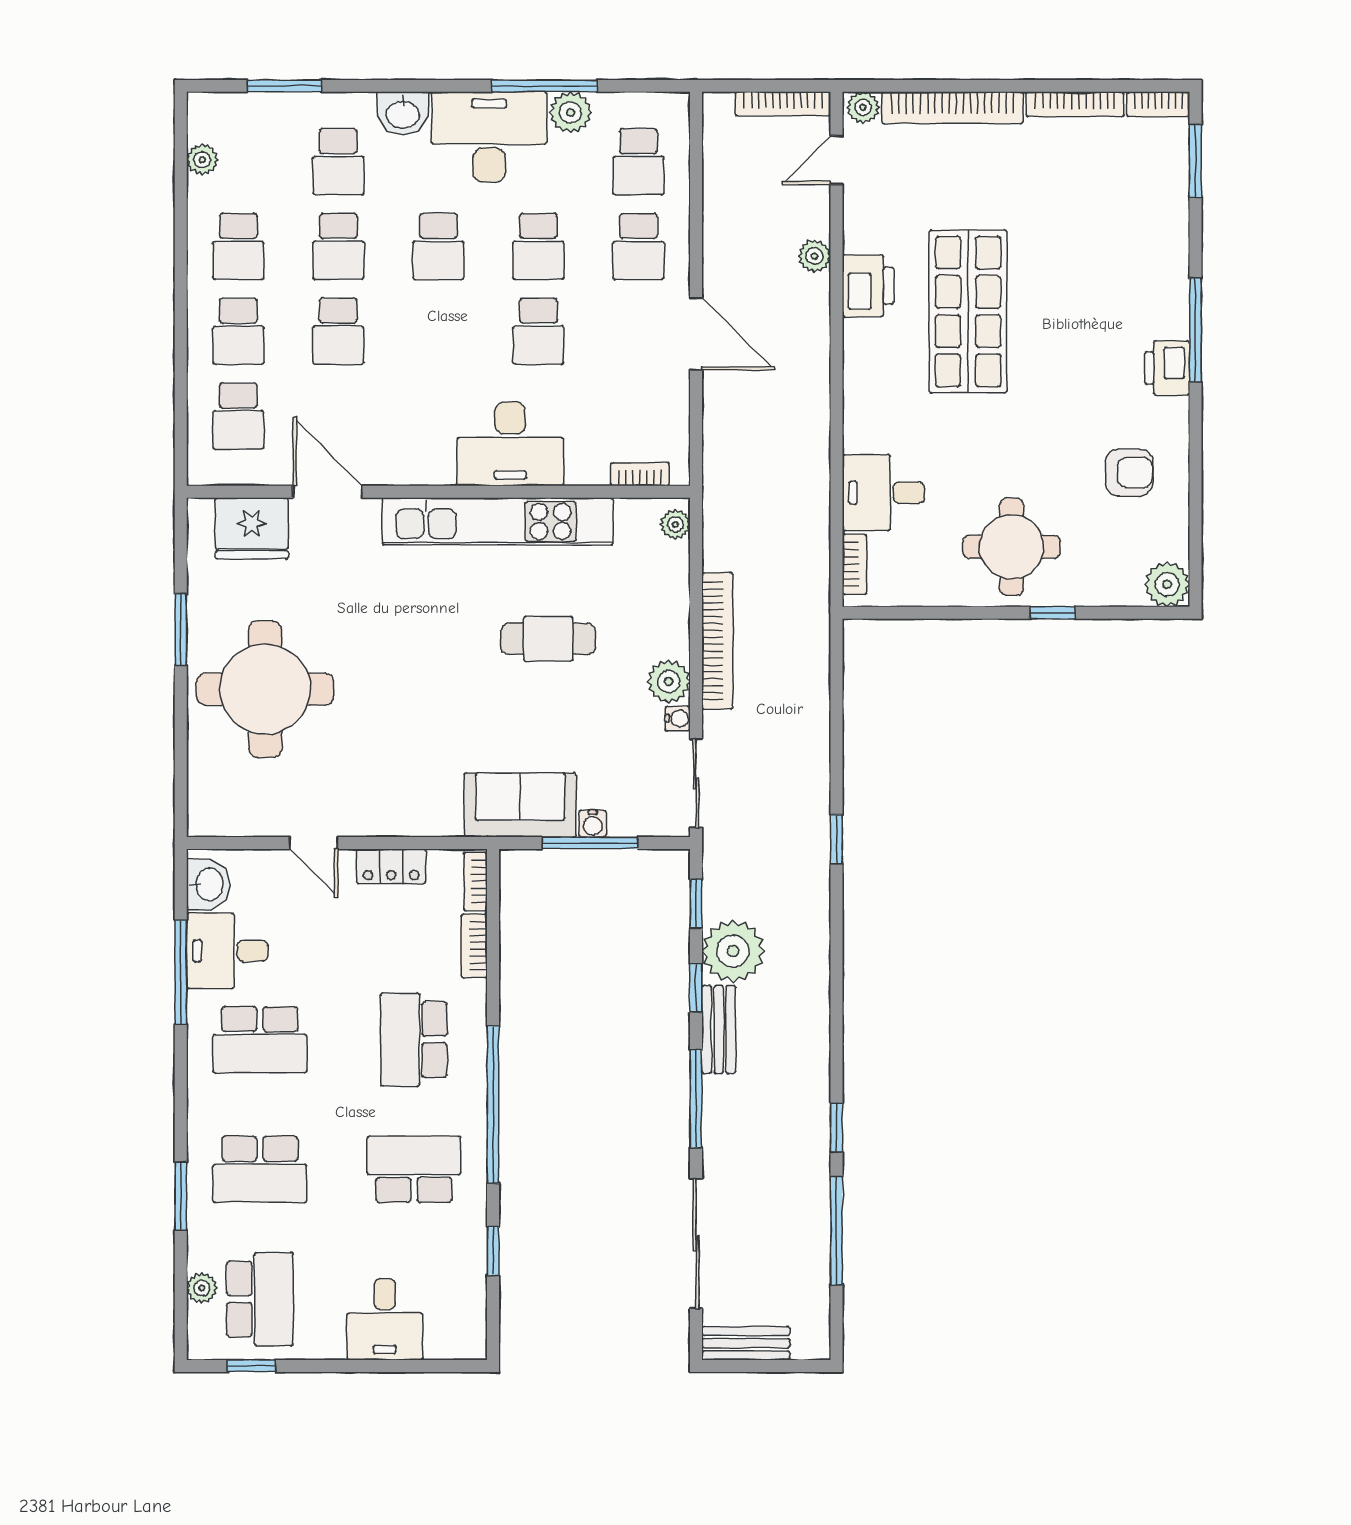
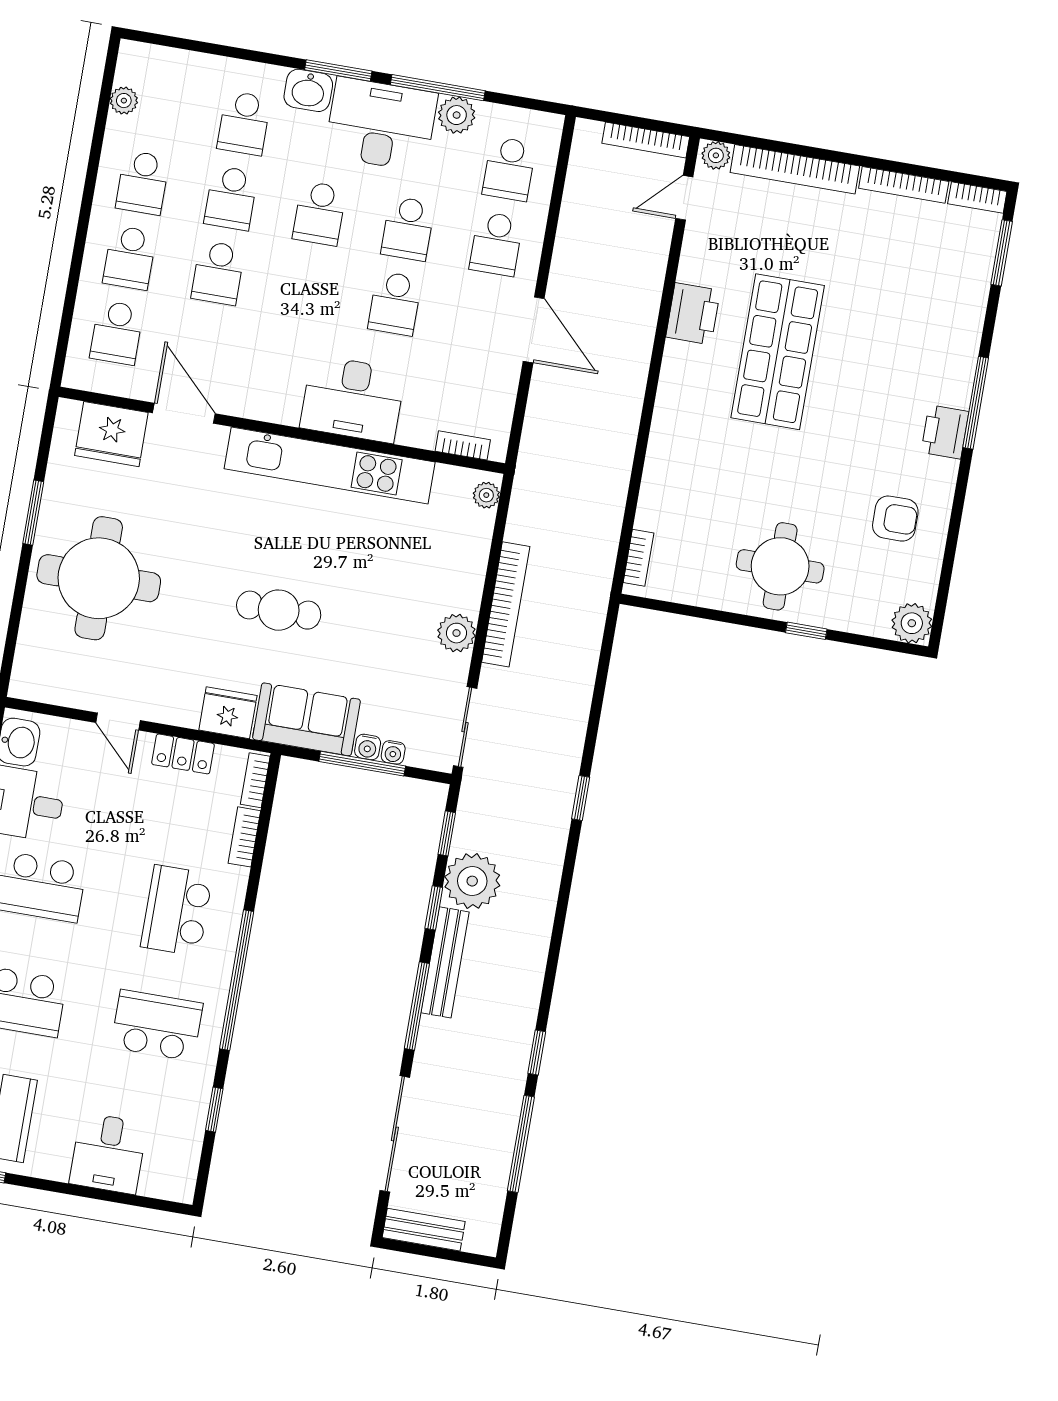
window: (284, 86) -> (338, 70), moved
plant: (815, 256) -> (650, 279), removed
desk: (883, 493) -> (675, 499), removed
cafe table: (548, 639) -> (279, 610), moved
water cooler: (678, 718) -> (393, 752), moved, turned 90
fridge: (433, 812) -> (228, 713), added
bench: (719, 1030) -> (445, 962), width x1.36

